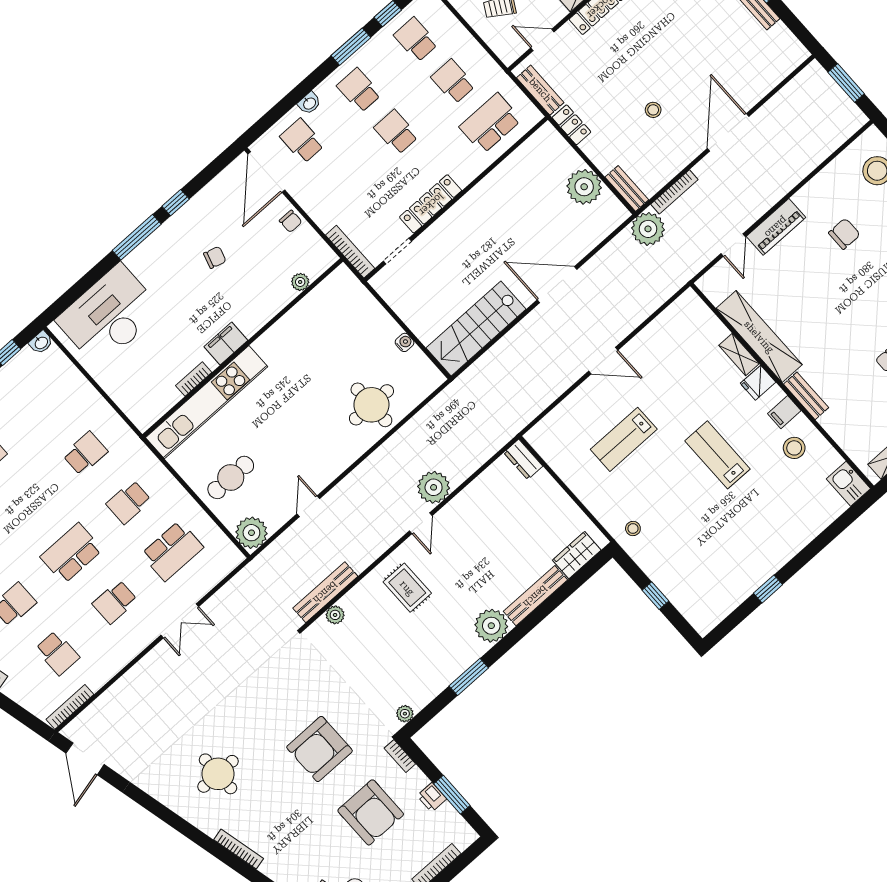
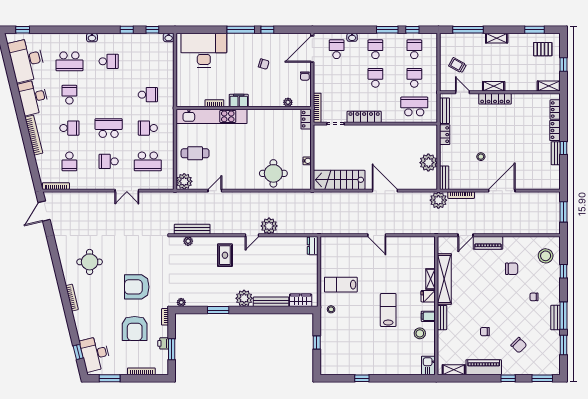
locker: (349, 283) -> (306, 119), added
lab bench: (624, 439) -> (341, 285), moved

